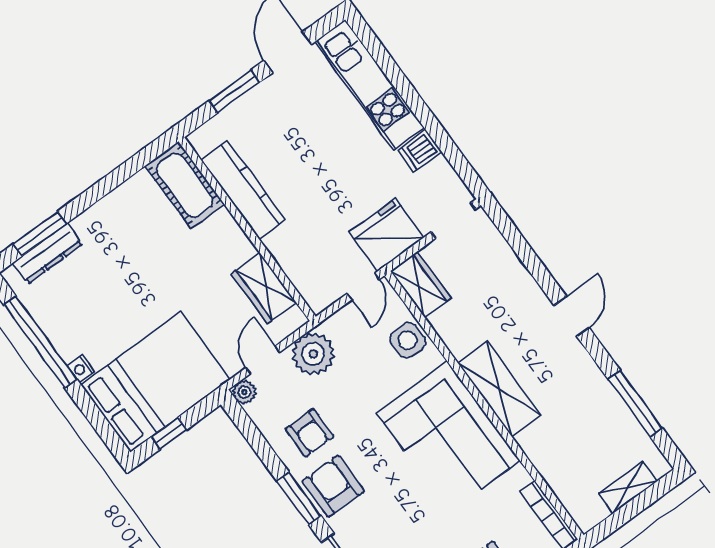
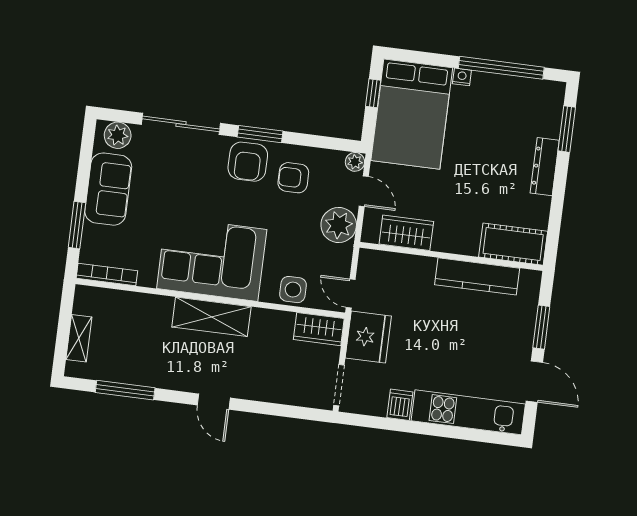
dresser: (48, 254) -> (545, 167), moved
armchair: (333, 486) -> (248, 162), turned 90

